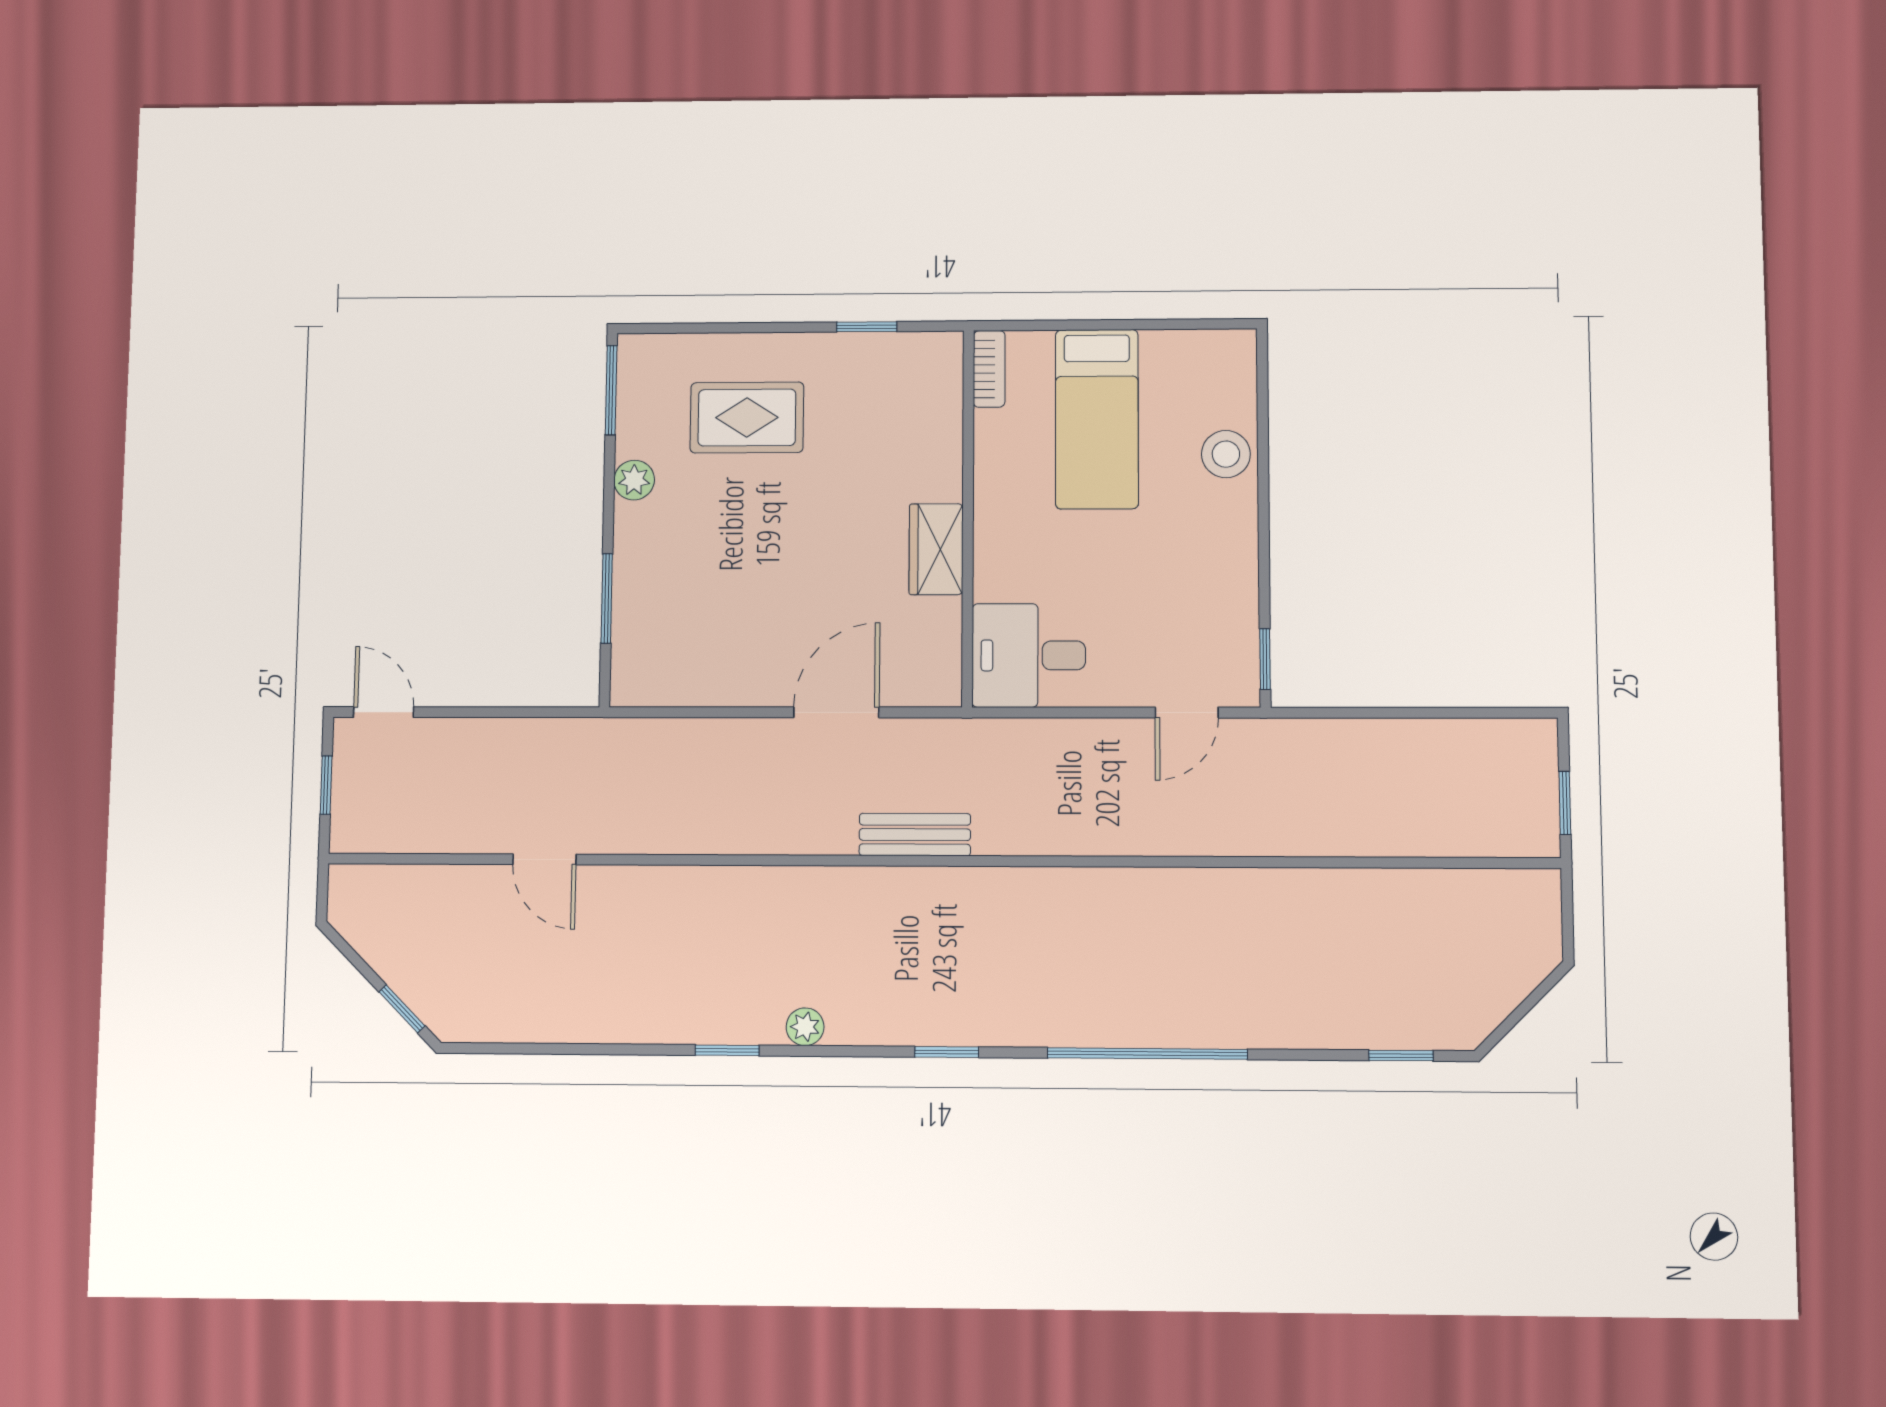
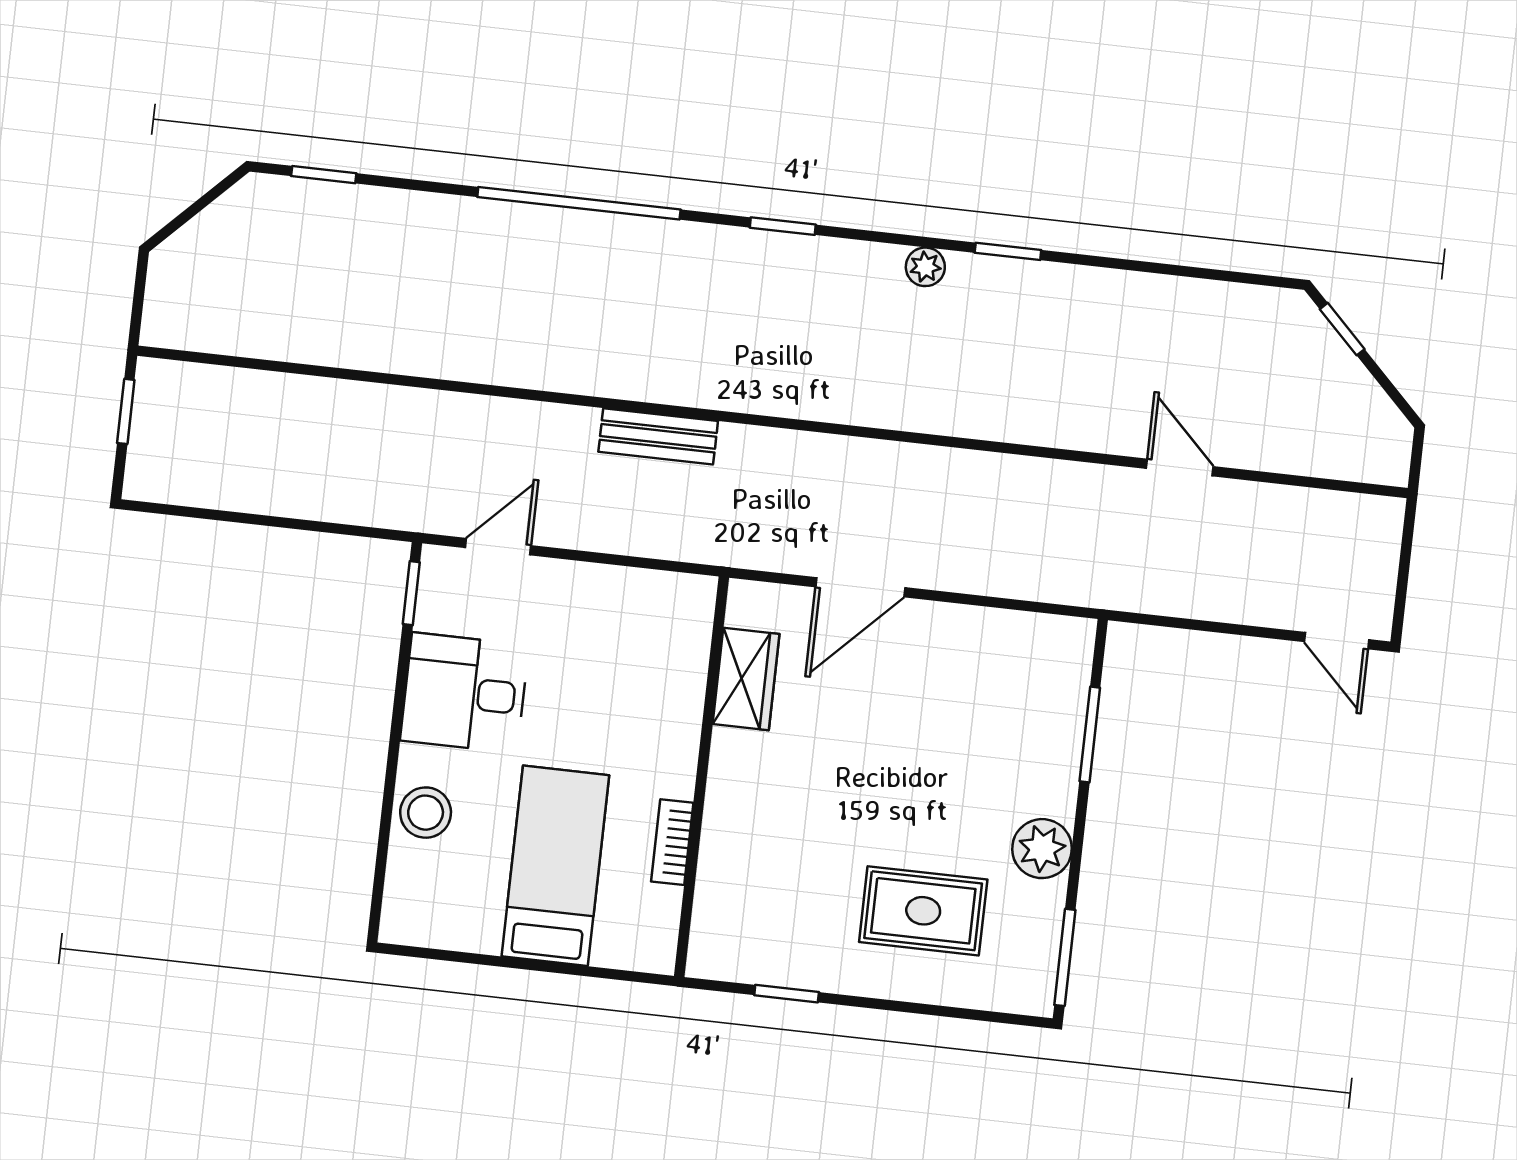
bookcase: (989, 369) -> (672, 842), moved
plant: (634, 480) -> (1042, 849), width x1.38, depth x1.38
wardrobe: (936, 549) -> (746, 679), moved
desk: (1029, 655) -> (464, 693), moved, turned 180
window: (326, 785) -> (1404, 570), removed
bench: (915, 835) -> (658, 436), moved

